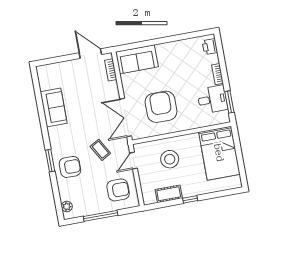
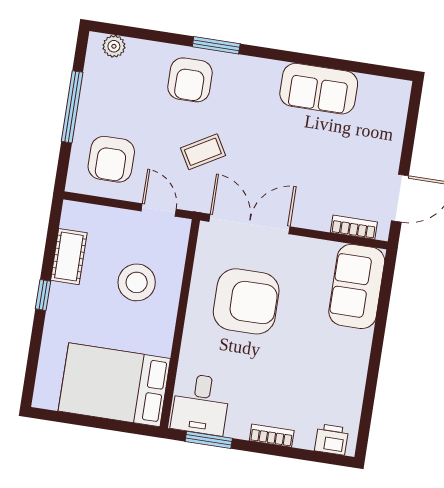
desk: (212, 99) -> (201, 404), moved

